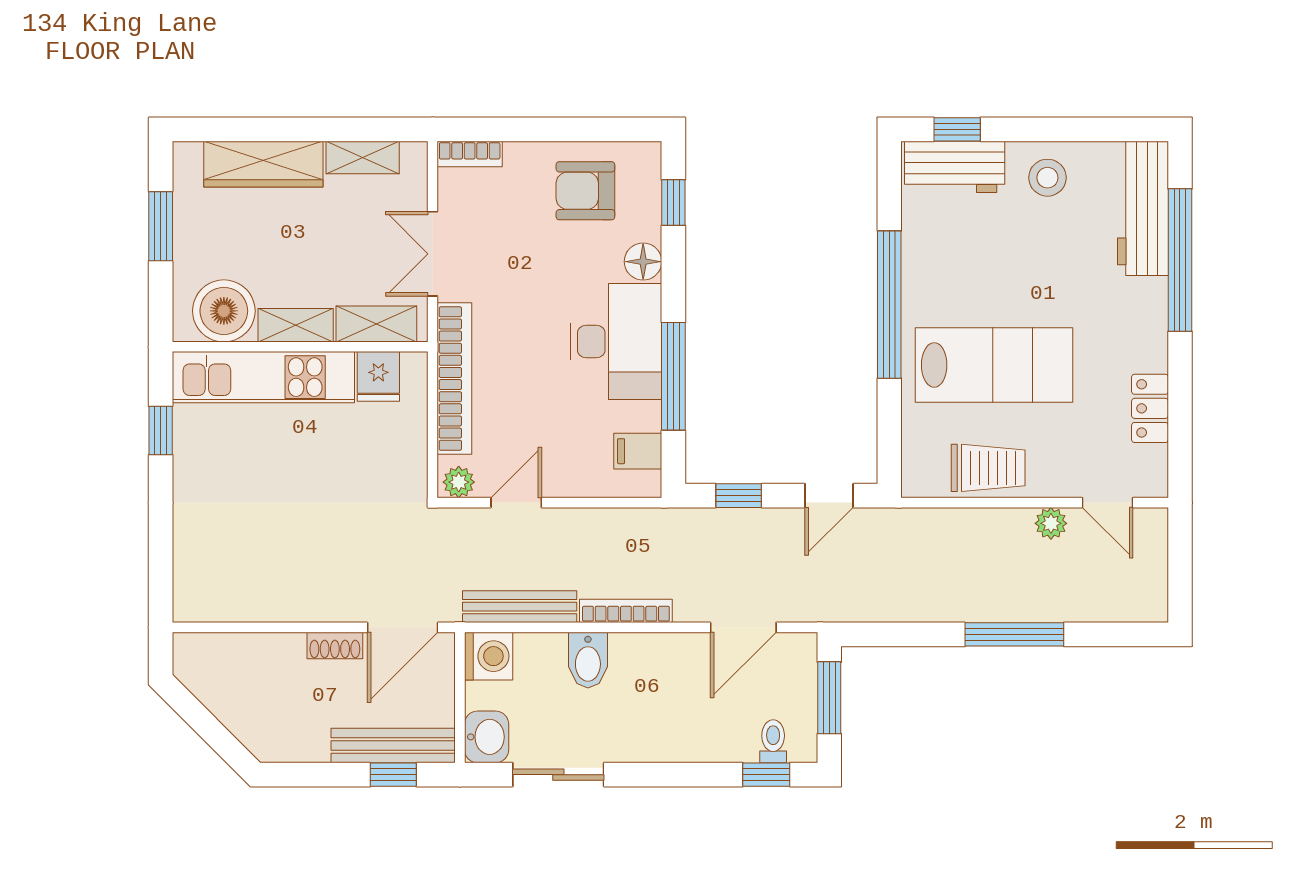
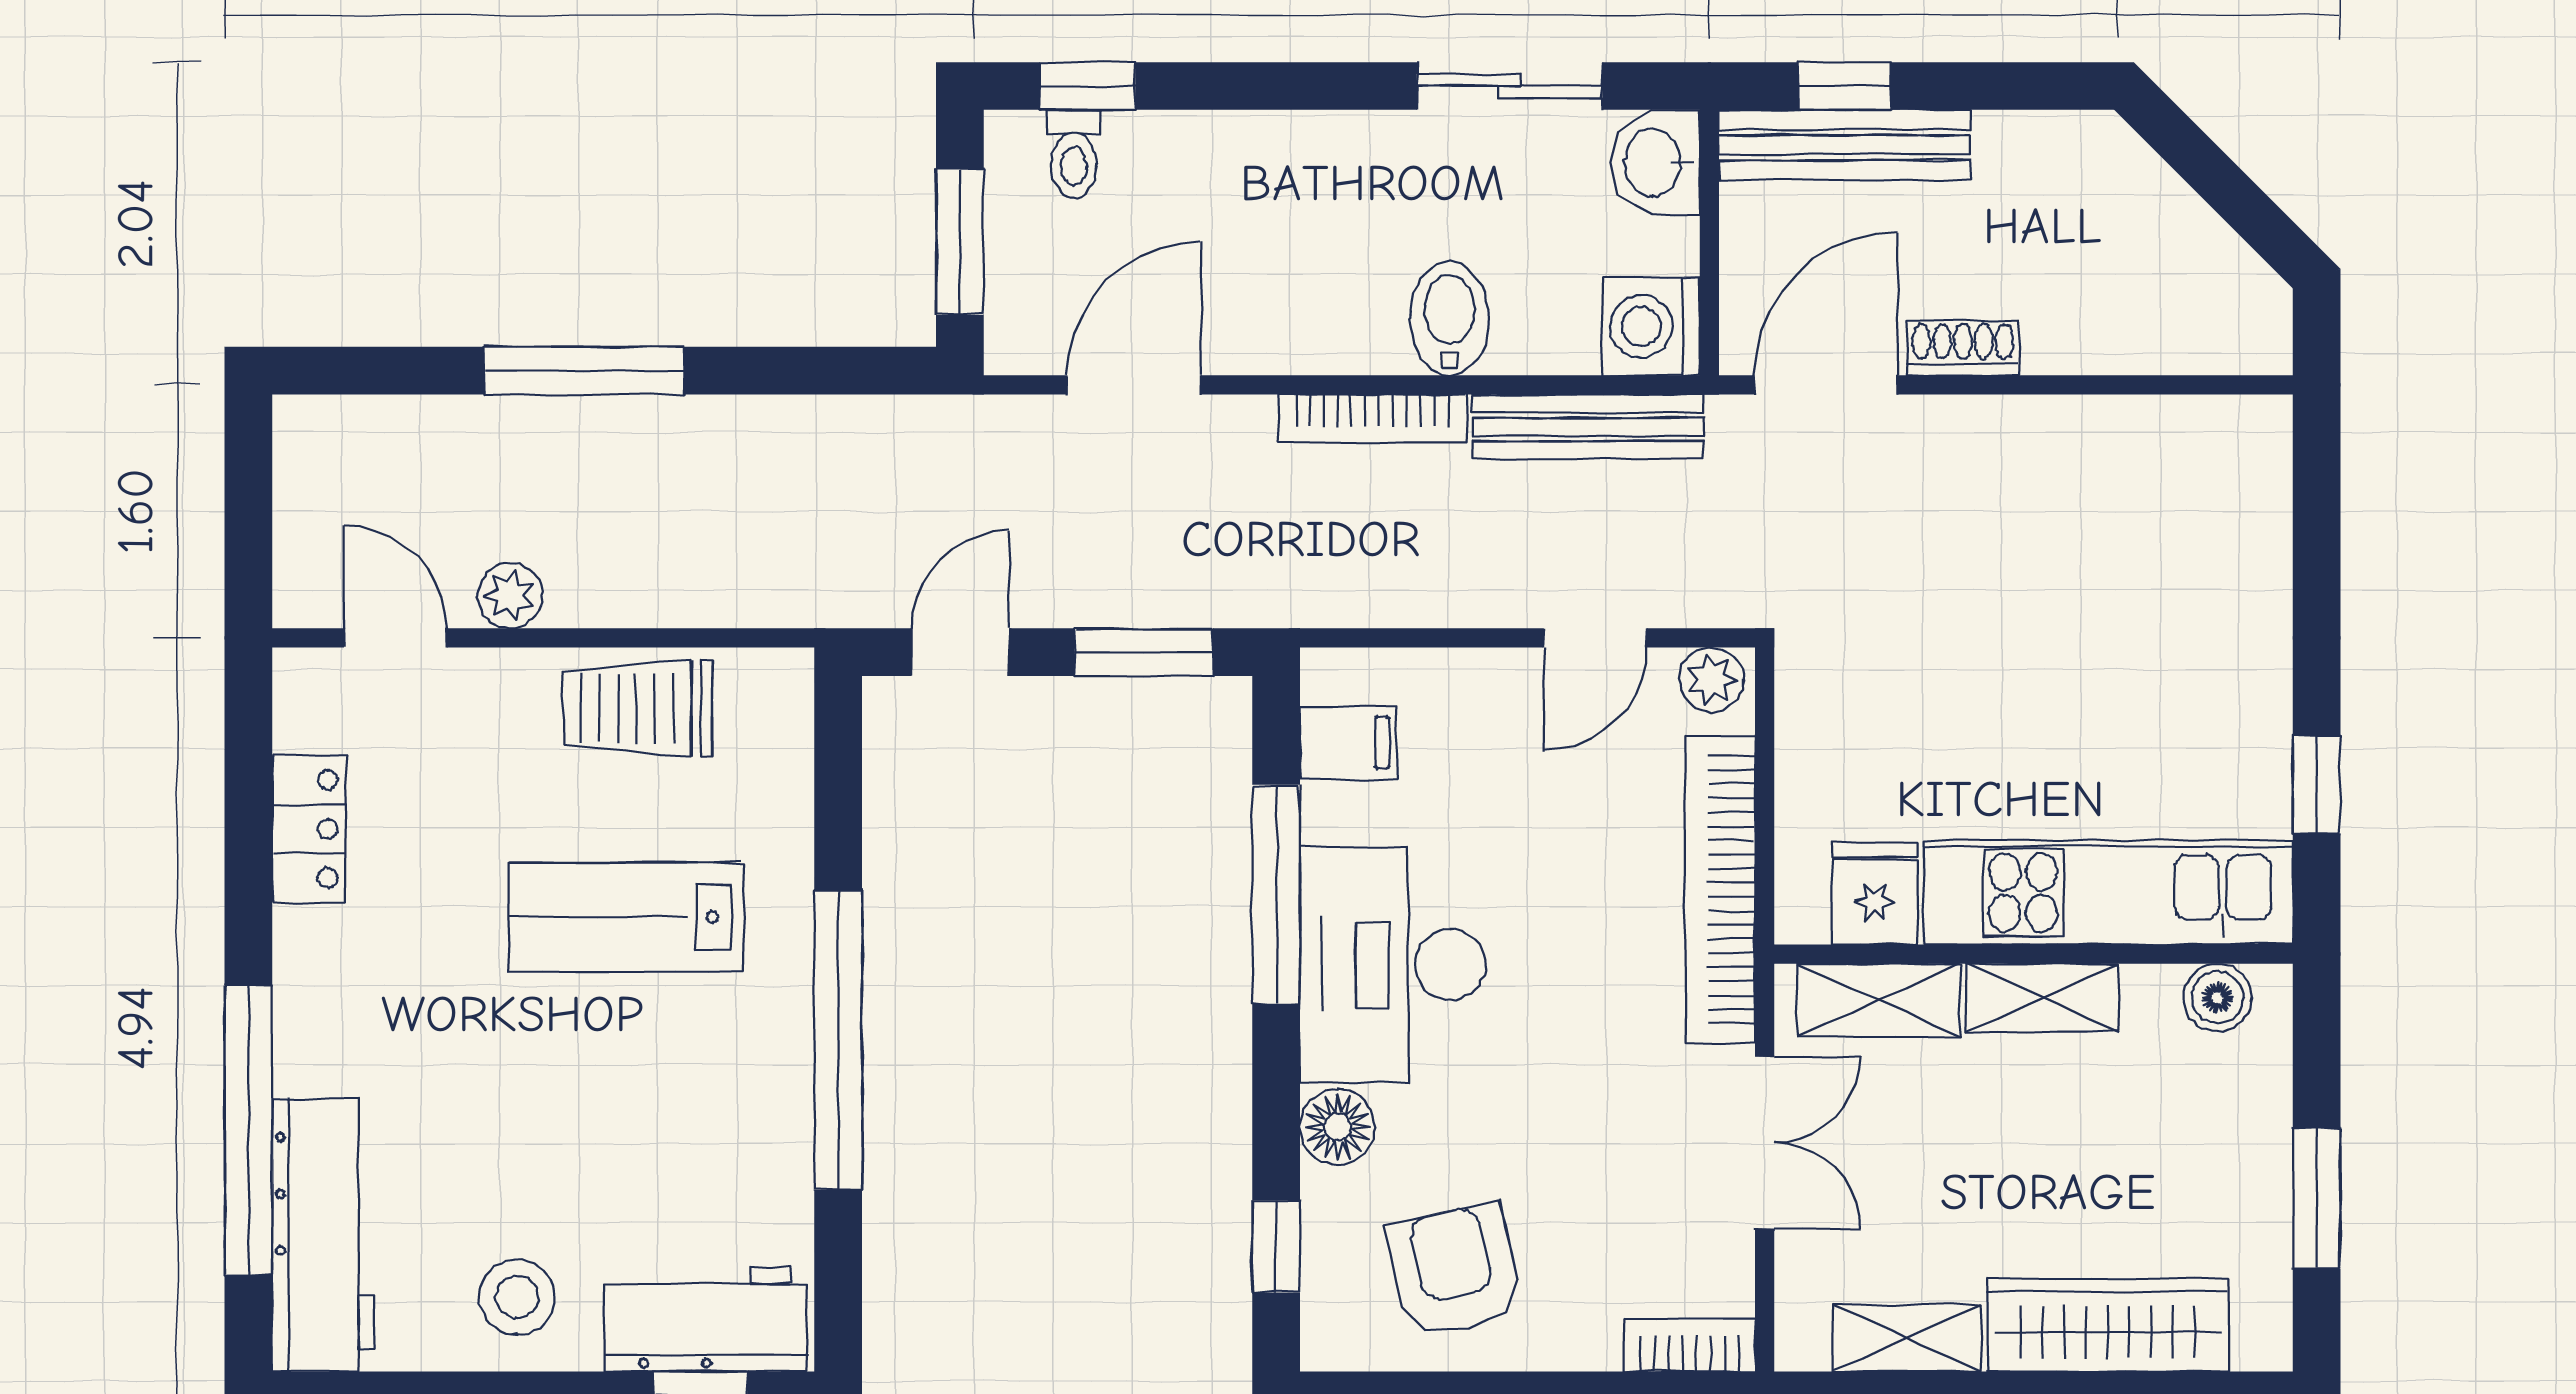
armchair: (585, 191) -> (1455, 1271), turned -103
boiler: (224, 311) -> (2218, 998), width x0.54, depth x0.54
lab bench: (994, 365) -> (626, 917), width x0.73, depth x0.72
window: (739, 496) -> (1144, 652), width x1.50

